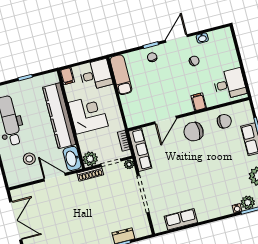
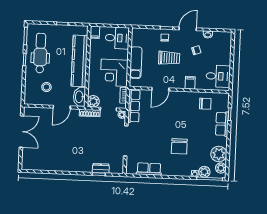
exam couch: (121, 75) -> (136, 63), moved
trolley: (165, 80) -> (169, 58), added
corner desk: (88, 114) -> (114, 73), moved, turned 180
chair: (193, 132) -> (179, 146), moved, turned -90
door: (55, 177) -> (62, 107), swing flipped

